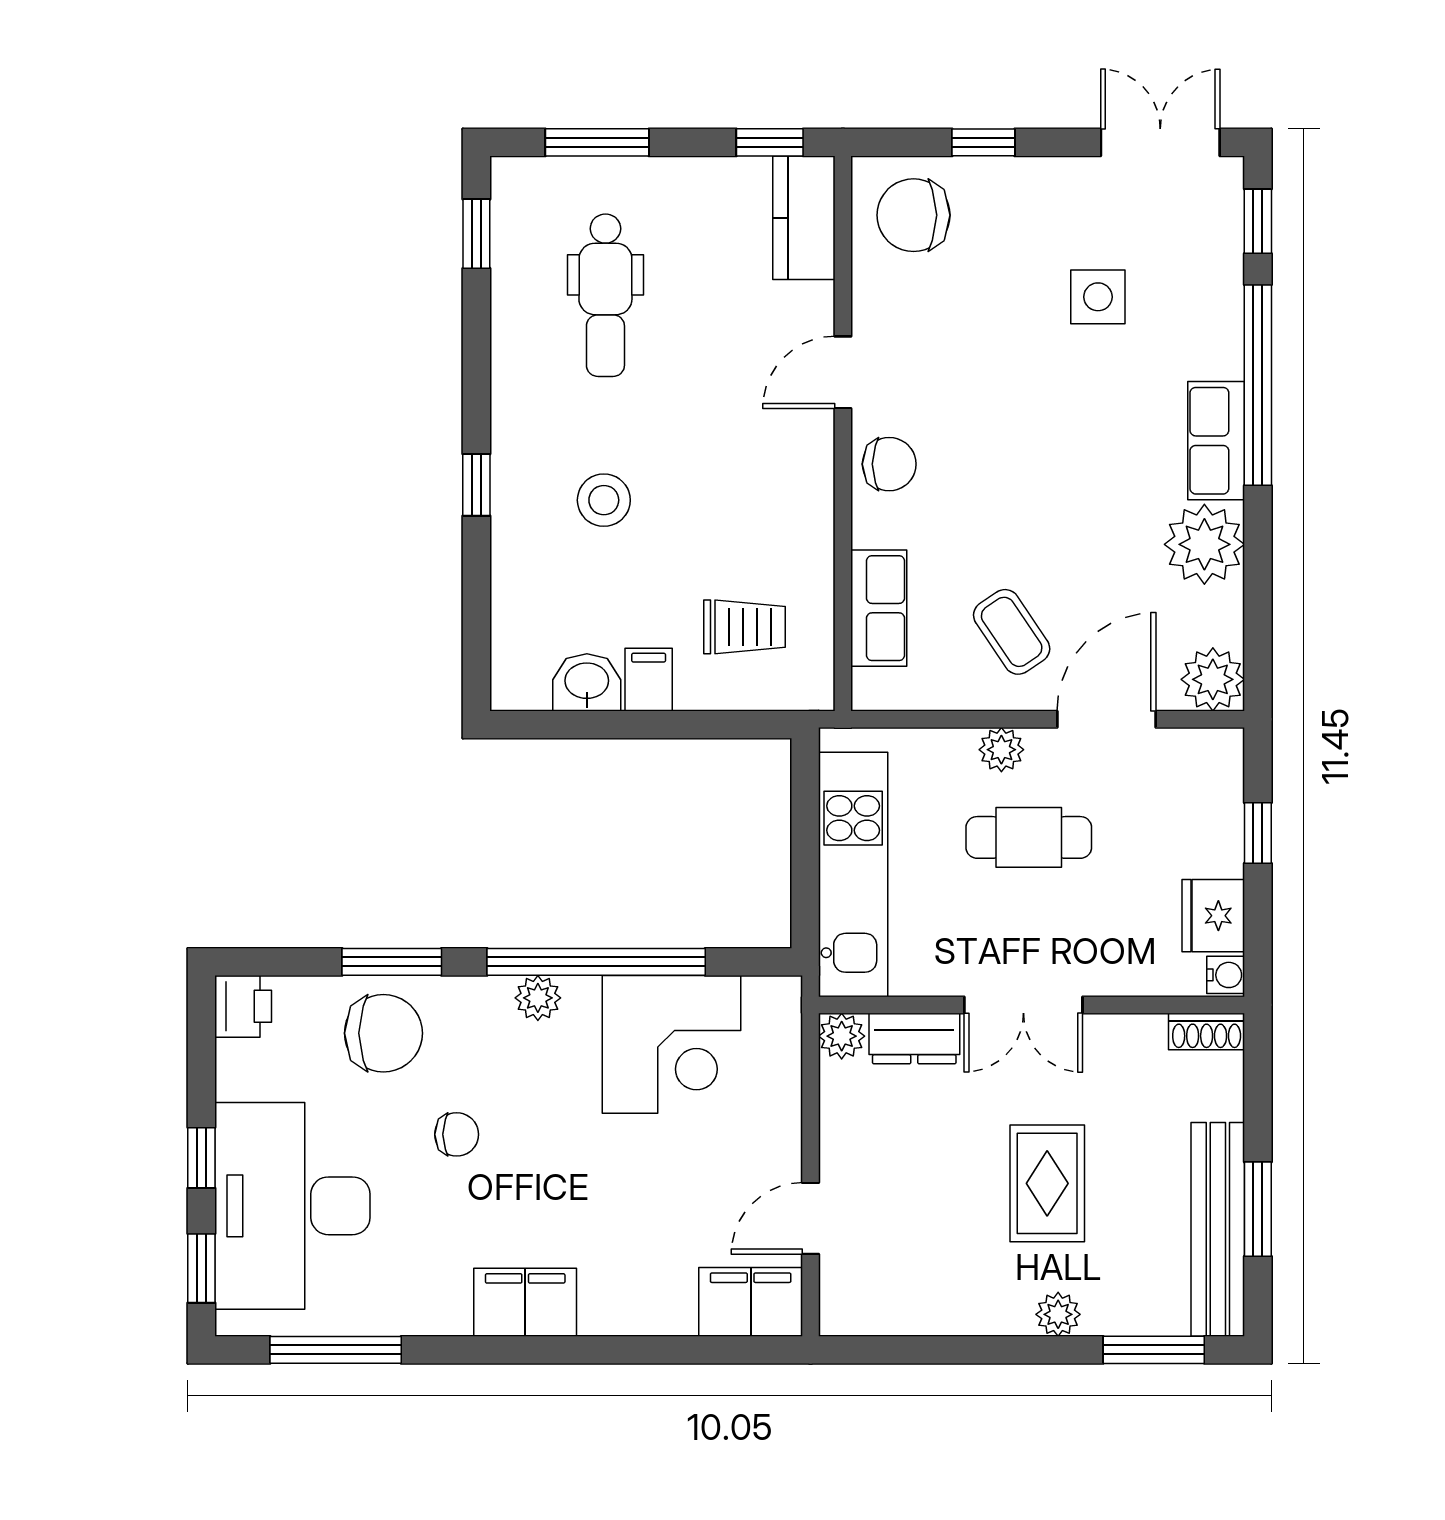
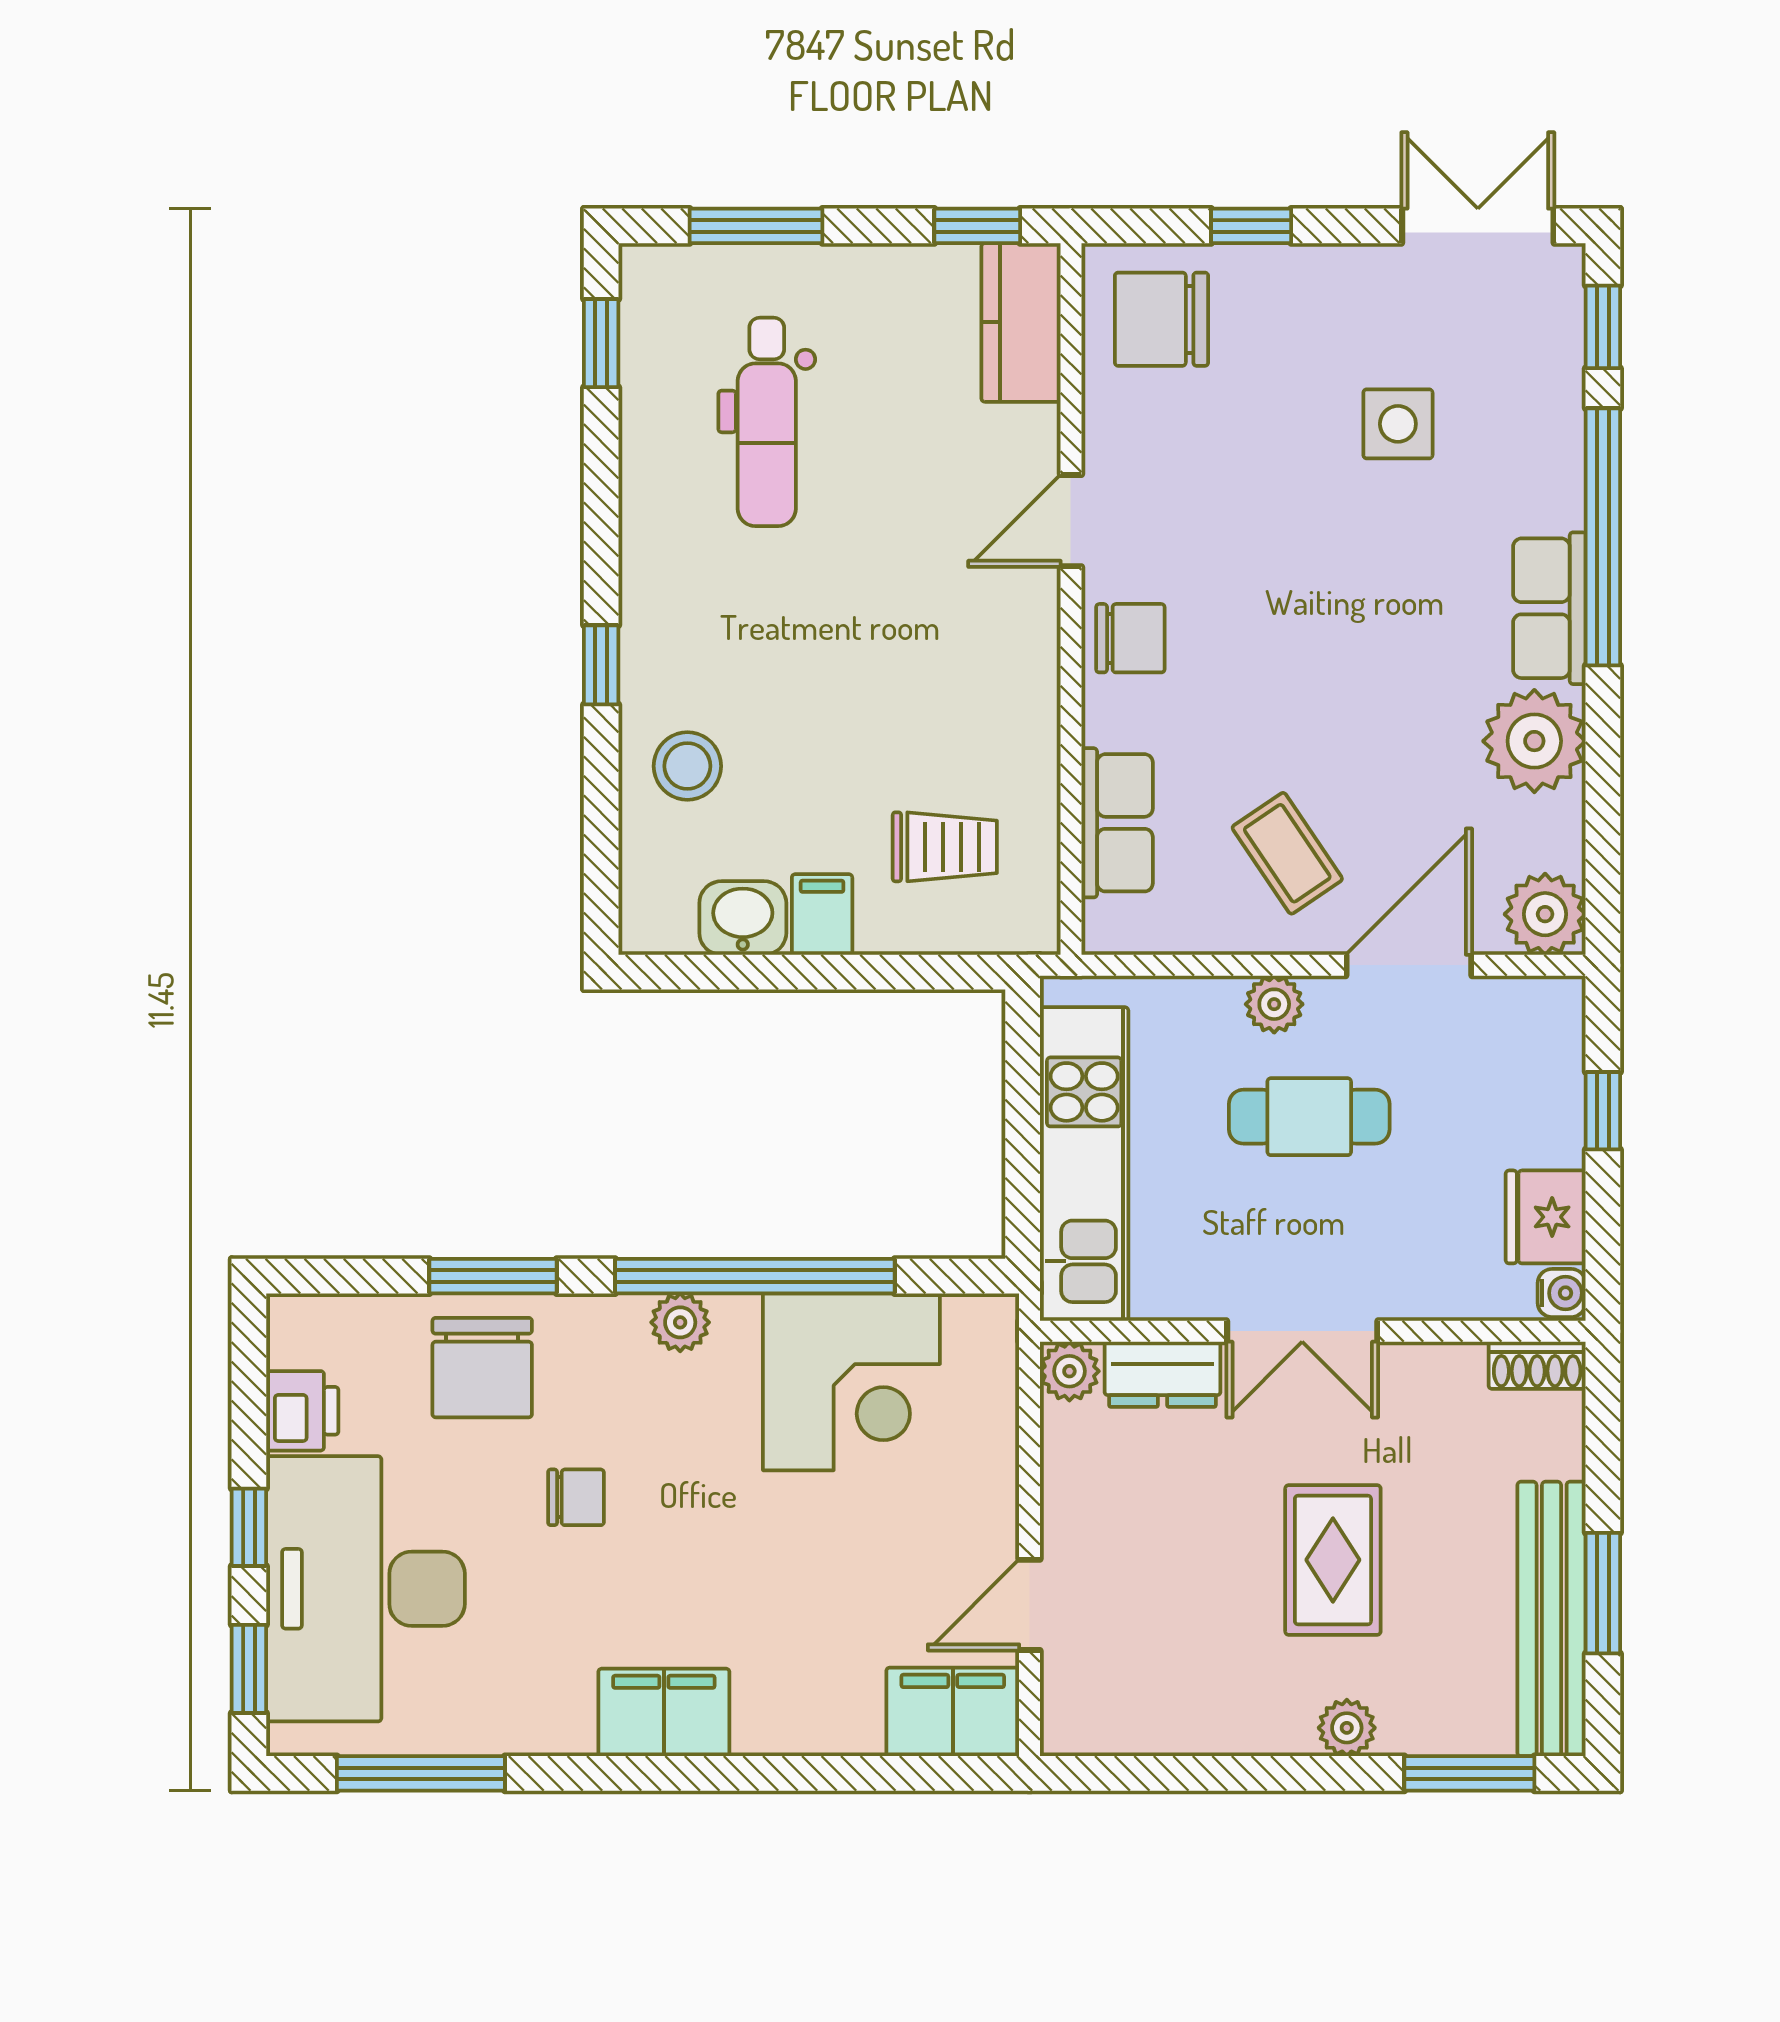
stool: (604, 500) -> (687, 766), moved
printer: (243, 1006) -> (302, 1411), moved
chair: (383, 1033) -> (482, 1368), turned 90

